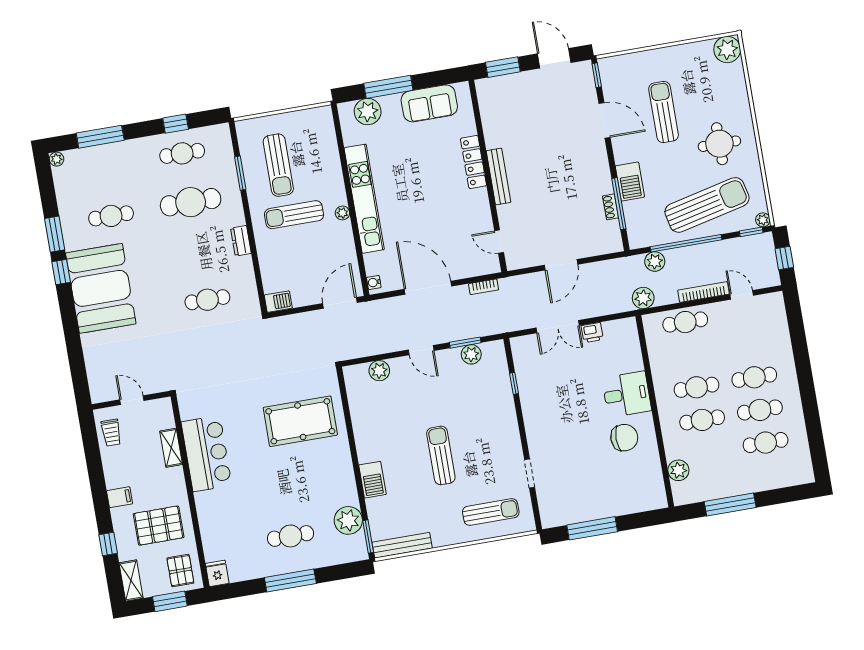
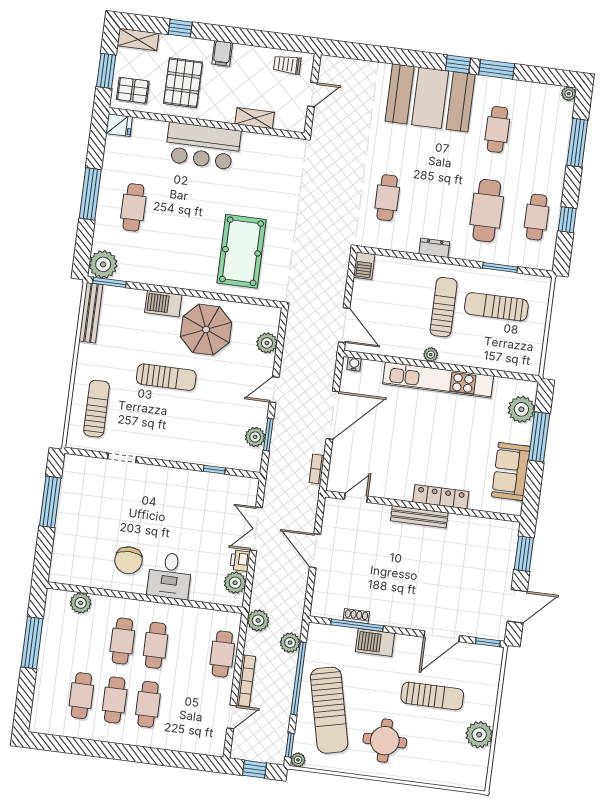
plant: (727, 49) -> (479, 735), moved
plant: (614, 331) -> (235, 583), added
parasol: (384, 432) -> (206, 330), added
bar counter: (206, 454) -> (203, 146), moved
sun lounger: (491, 512) -> (97, 409), turned 180
plant: (348, 520) -> (103, 264), moved

